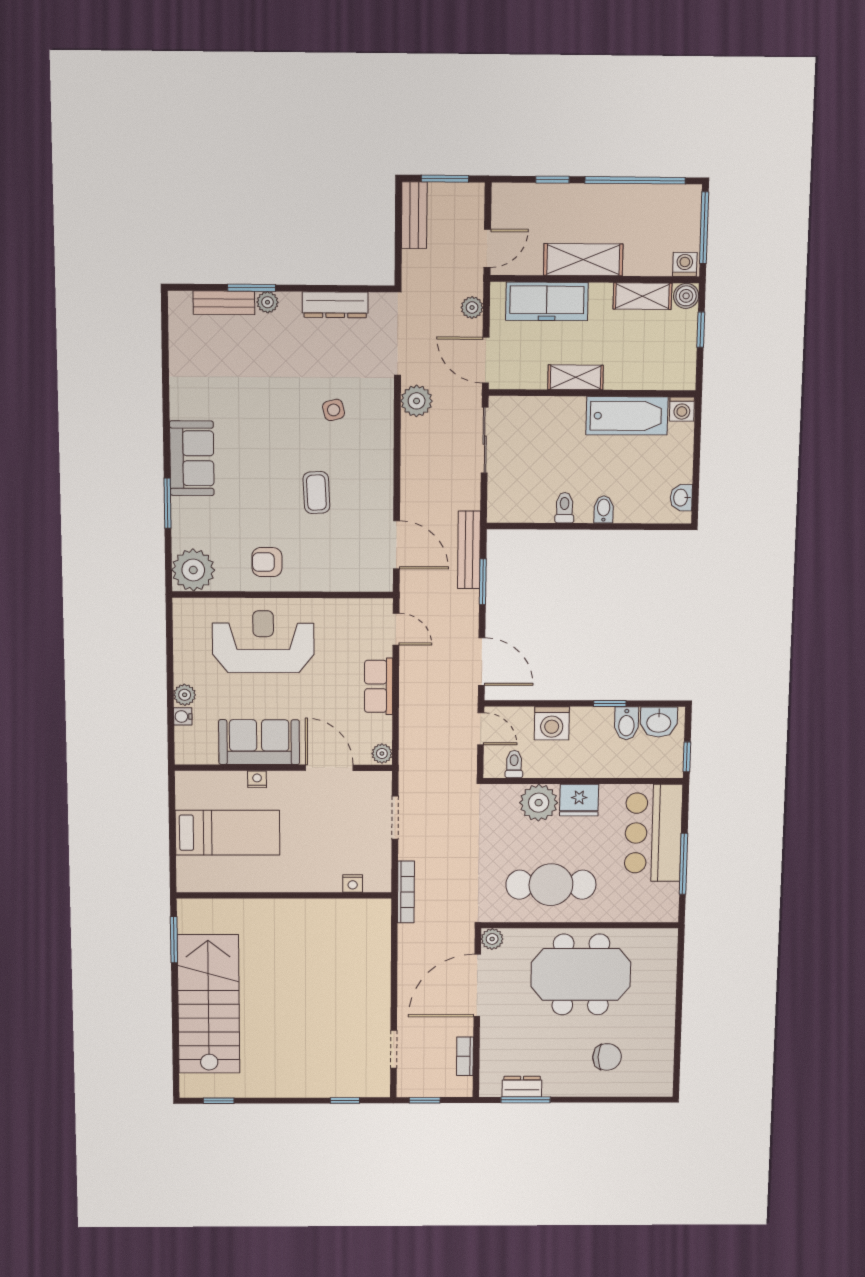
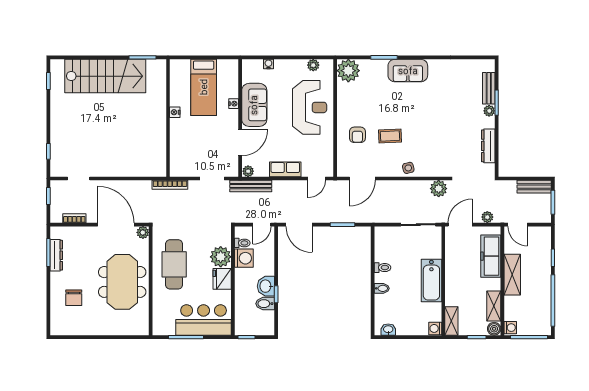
shelving: (576, 377) -> (451, 321), moved
side table: (334, 410) -> (408, 168), moved
bathtub: (627, 416) -> (431, 280), moved
bench: (469, 550) -> (251, 186), moved
armchair: (267, 562) -> (357, 135), moved, turned 180
door: (482, 662) -> (299, 225), hinge flipped
plant: (185, 695) -> (313, 65), moved
washbasin: (659, 722) -> (266, 286), moved
washing machine: (552, 723) -> (244, 258), moved, turned 180
nightstand: (353, 883) -> (175, 112), moved
dresser: (522, 1087) -> (56, 255), width x1.44

